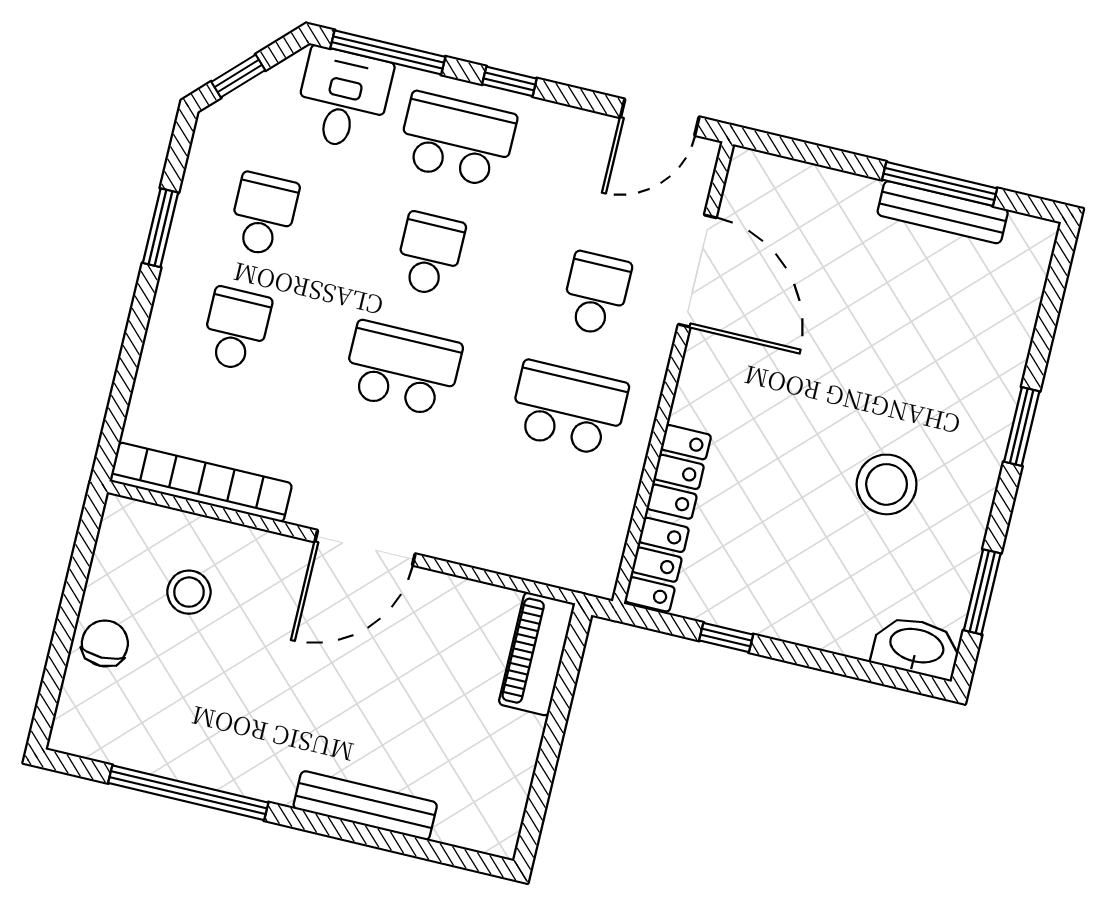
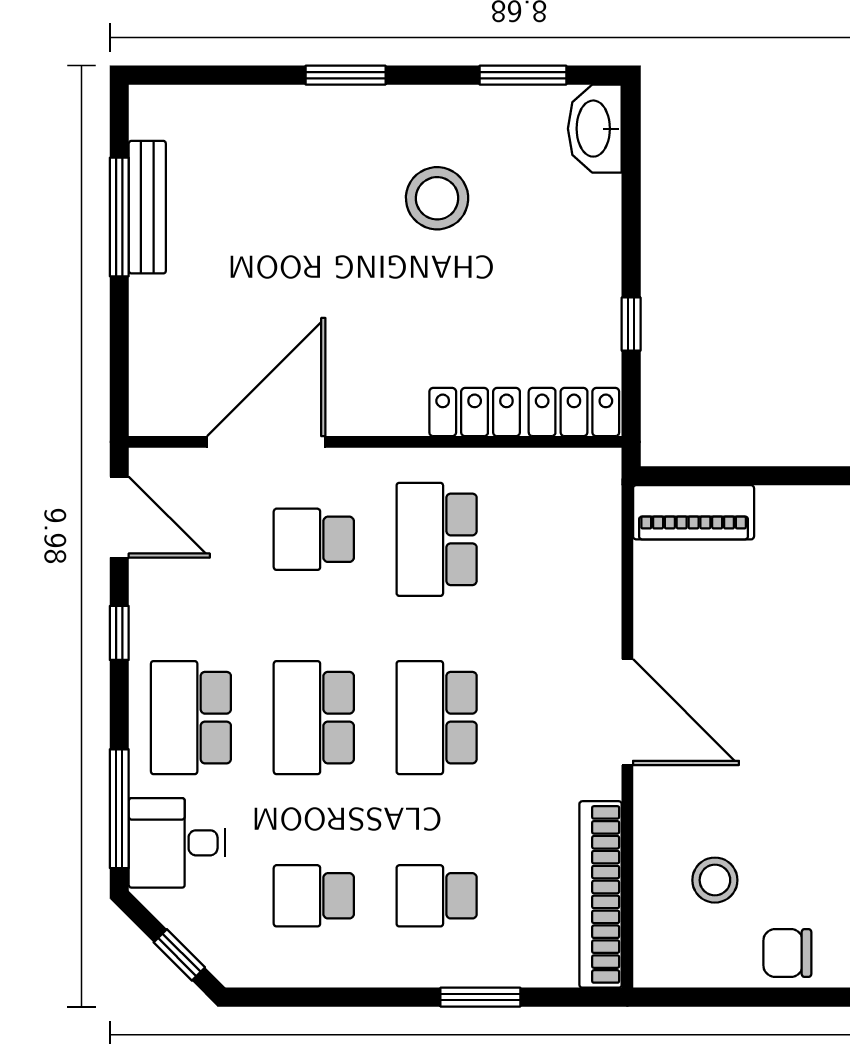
window: (509, 81) -> (119, 633), moved
window: (160, 228) -> (480, 997), moved
school desk: (430, 254) -> (314, 718), width x1.85

